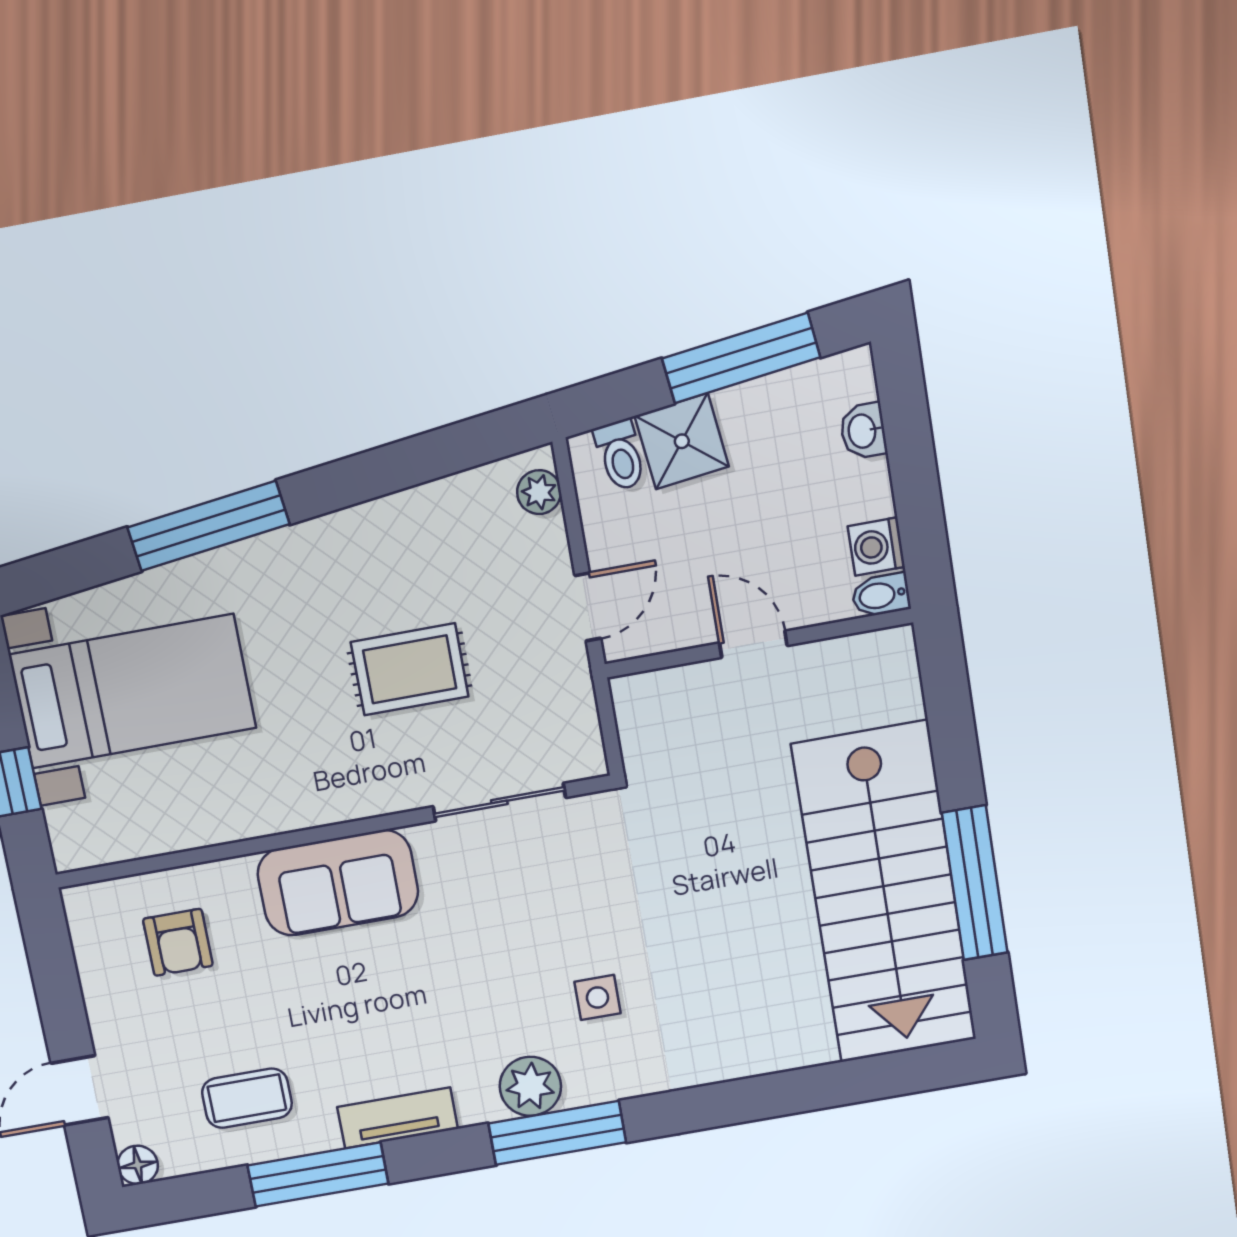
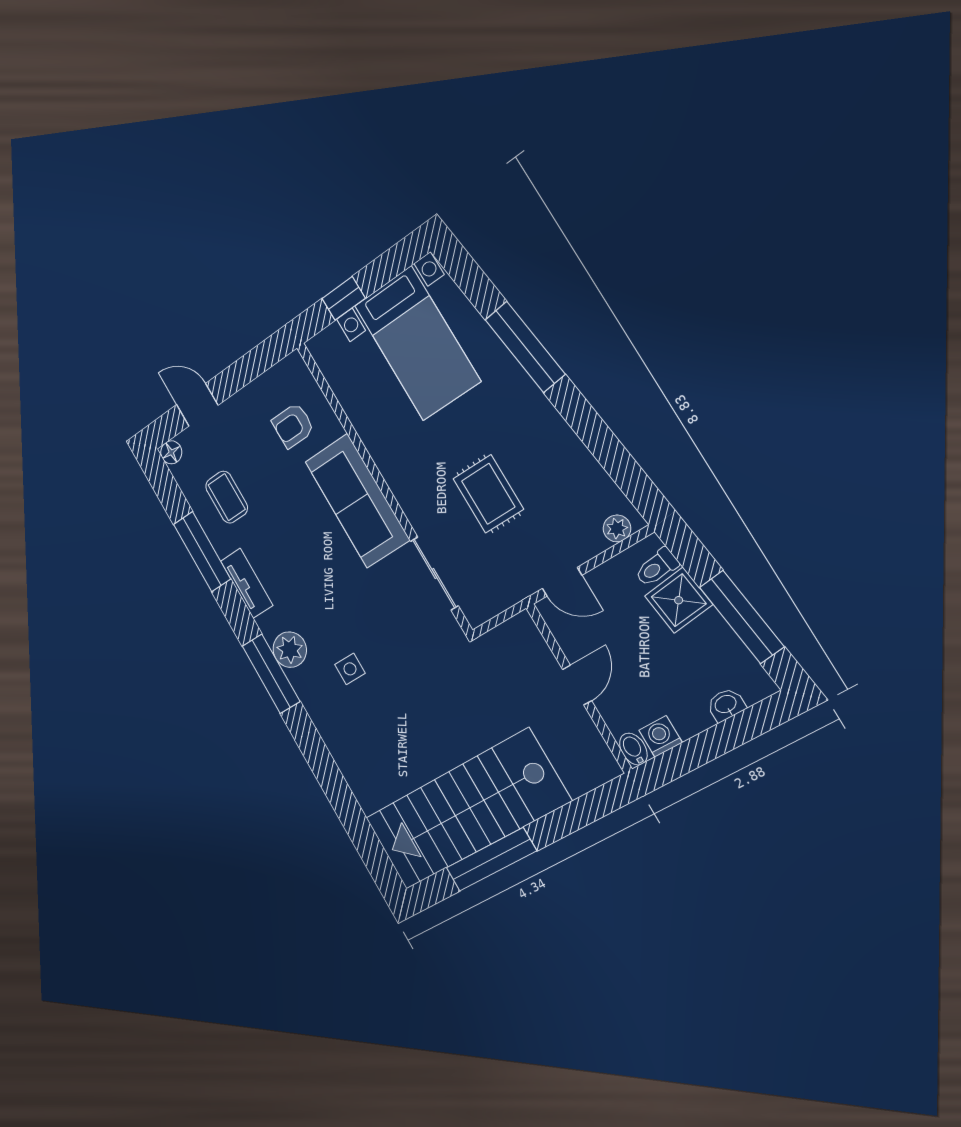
sofa: (338, 883) -> (357, 501), width x1.36

